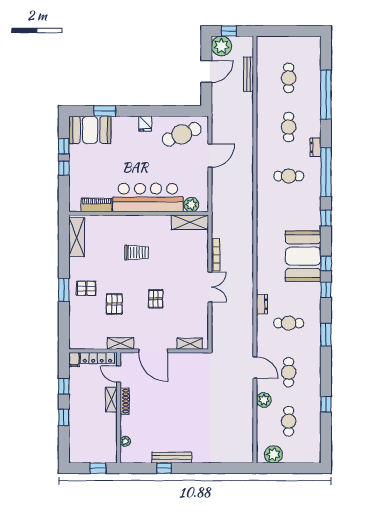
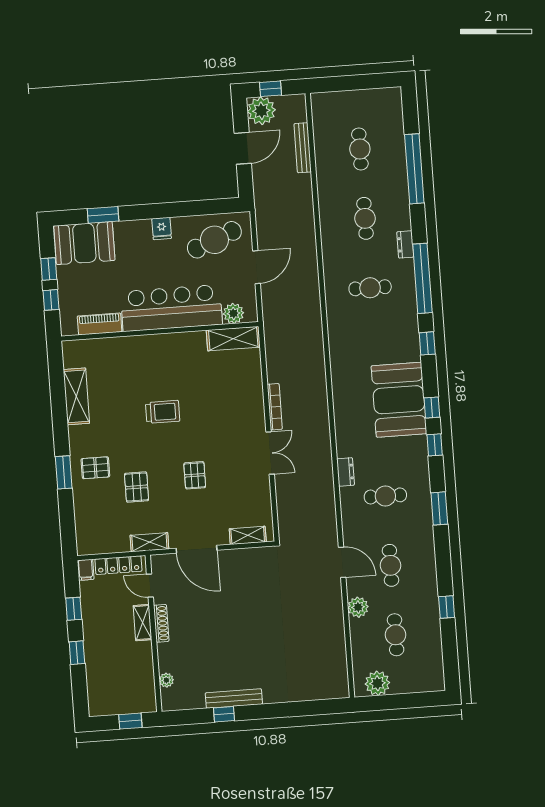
bar counter: (148, 198) -> (171, 308), moved
plant: (191, 204) -> (233, 313), moved
piano: (97, 205) -> (100, 324), moved
wall: (139, 213) -> (160, 331), moved
shelving: (190, 222) -> (233, 339), moved

